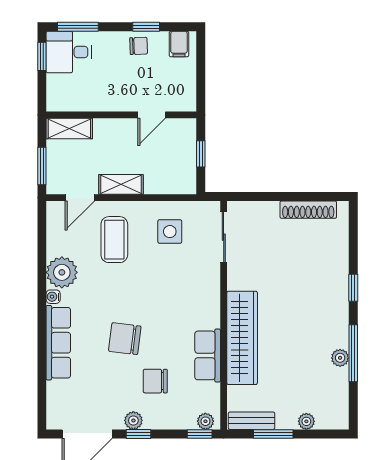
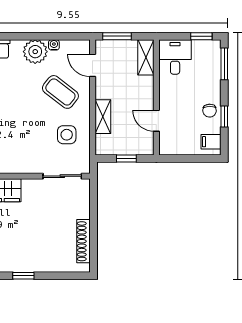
desk: (69, 52) -> (175, 57), moved
shelving: (121, 184) -> (103, 117), moved
coffee table: (114, 240) -> (60, 92), turned 38
water cooler: (53, 297) -> (54, 45), moved

